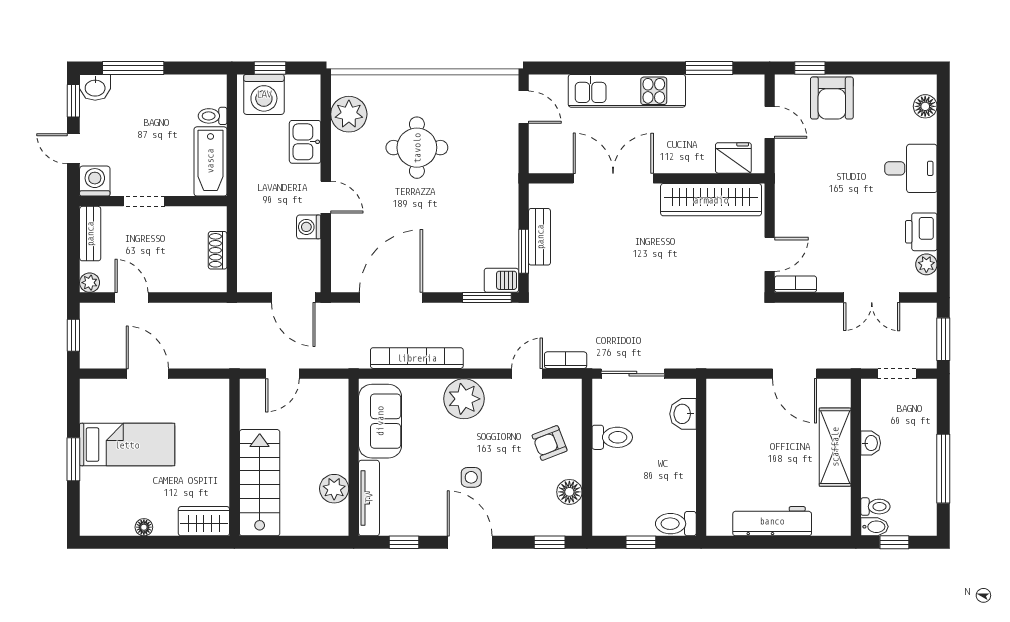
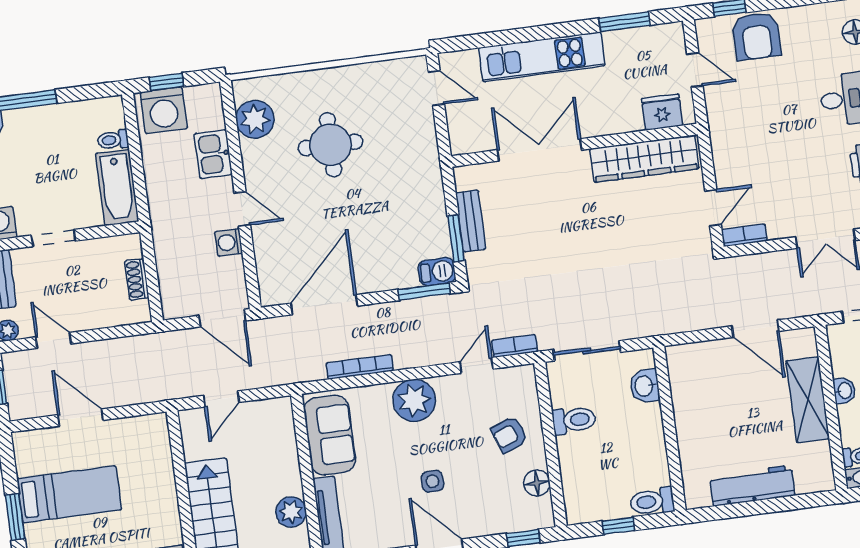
bookcase: (417, 358) -> (360, 367), width x0.68, depth x0.76

